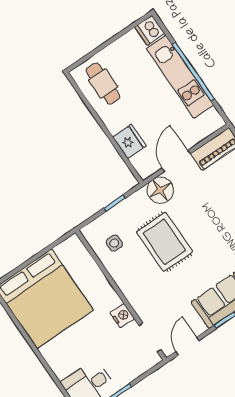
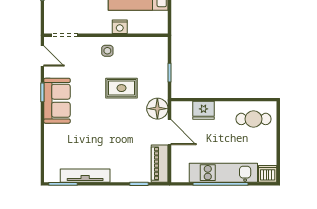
rug: (165, 242) -> (121, 88), width x0.73, depth x0.70
side table: (114, 243) -> (107, 51), moved
nightstand: (122, 316) -> (120, 27), moved

